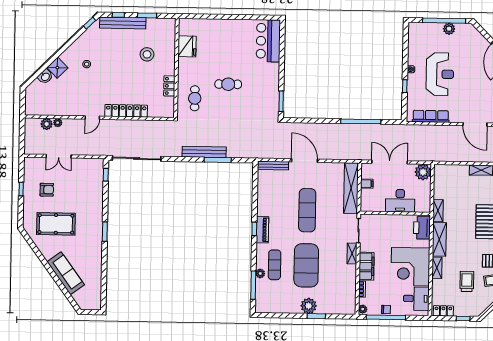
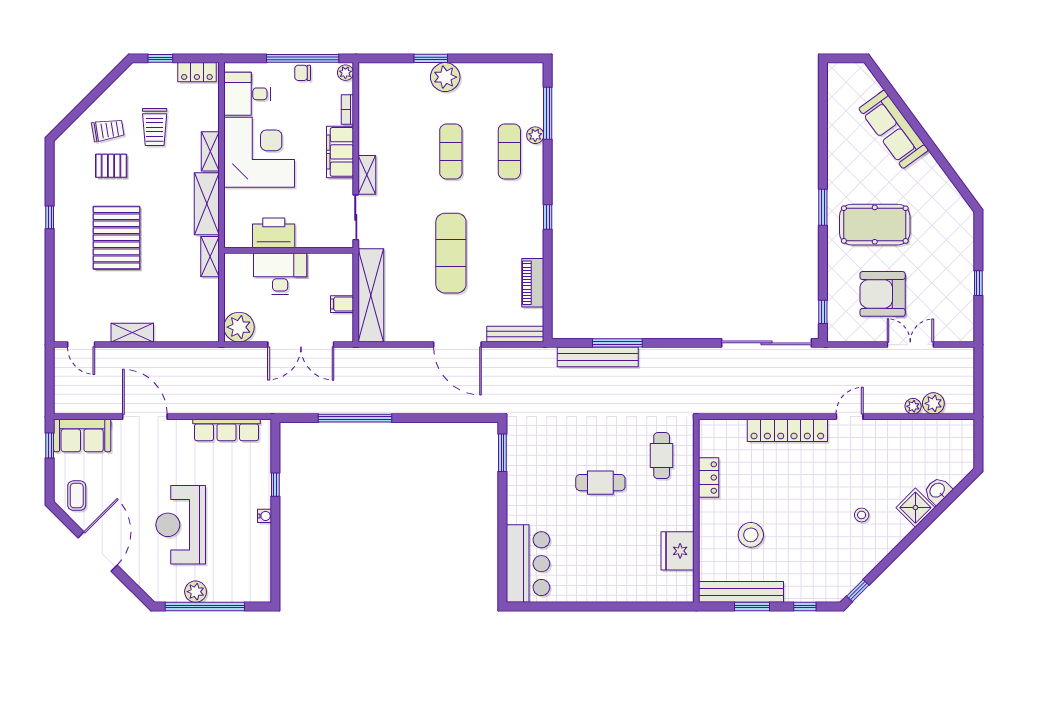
bench: (123, 23) -> (741, 592), moved
reception desk: (440, 74) -> (181, 525), moved
bench: (204, 152) -> (598, 357), moved
armchair: (47, 190) -> (883, 294), moved, width x1.88, depth x1.88
pool table: (56, 224) -> (875, 225), moved
printer: (422, 228) -> (274, 233), moved, turned -90
piano: (262, 230) -> (533, 283), moved
exercise mat: (306, 265) -> (451, 151), width x0.50, depth x0.69

